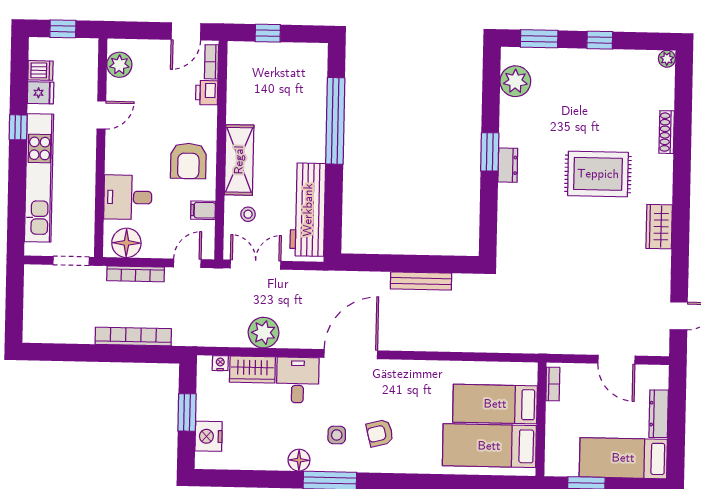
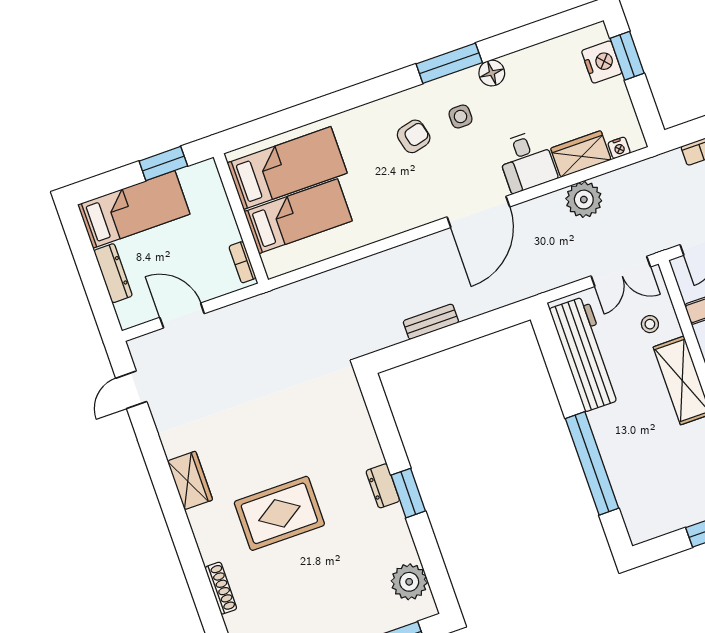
bench: (421, 281) -> (431, 322), width x0.73
window: (187, 412) -> (627, 56), moved

